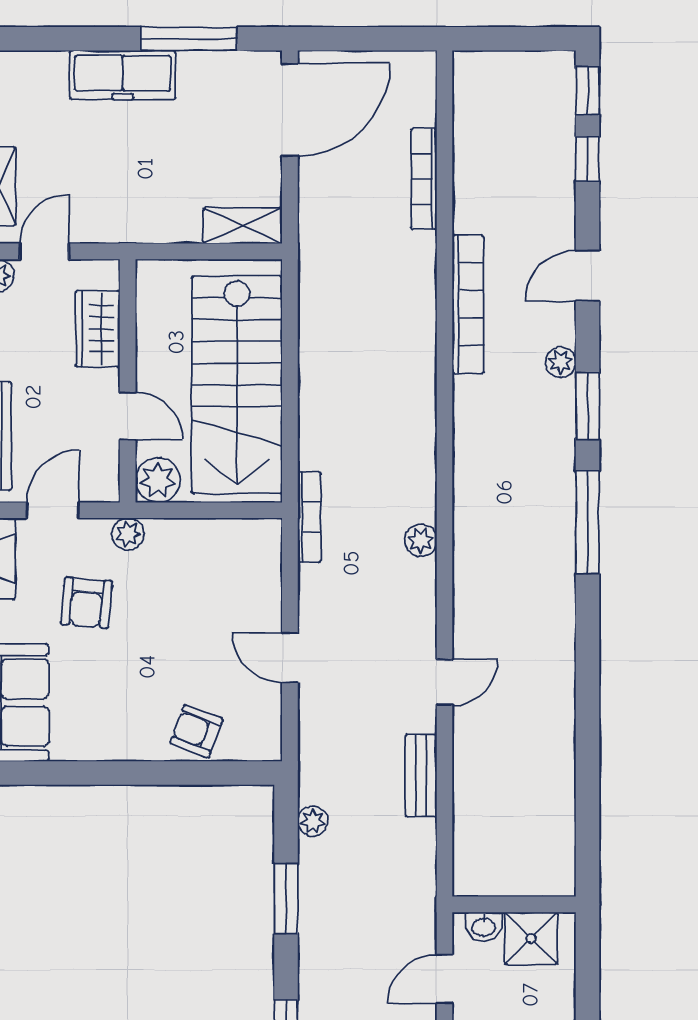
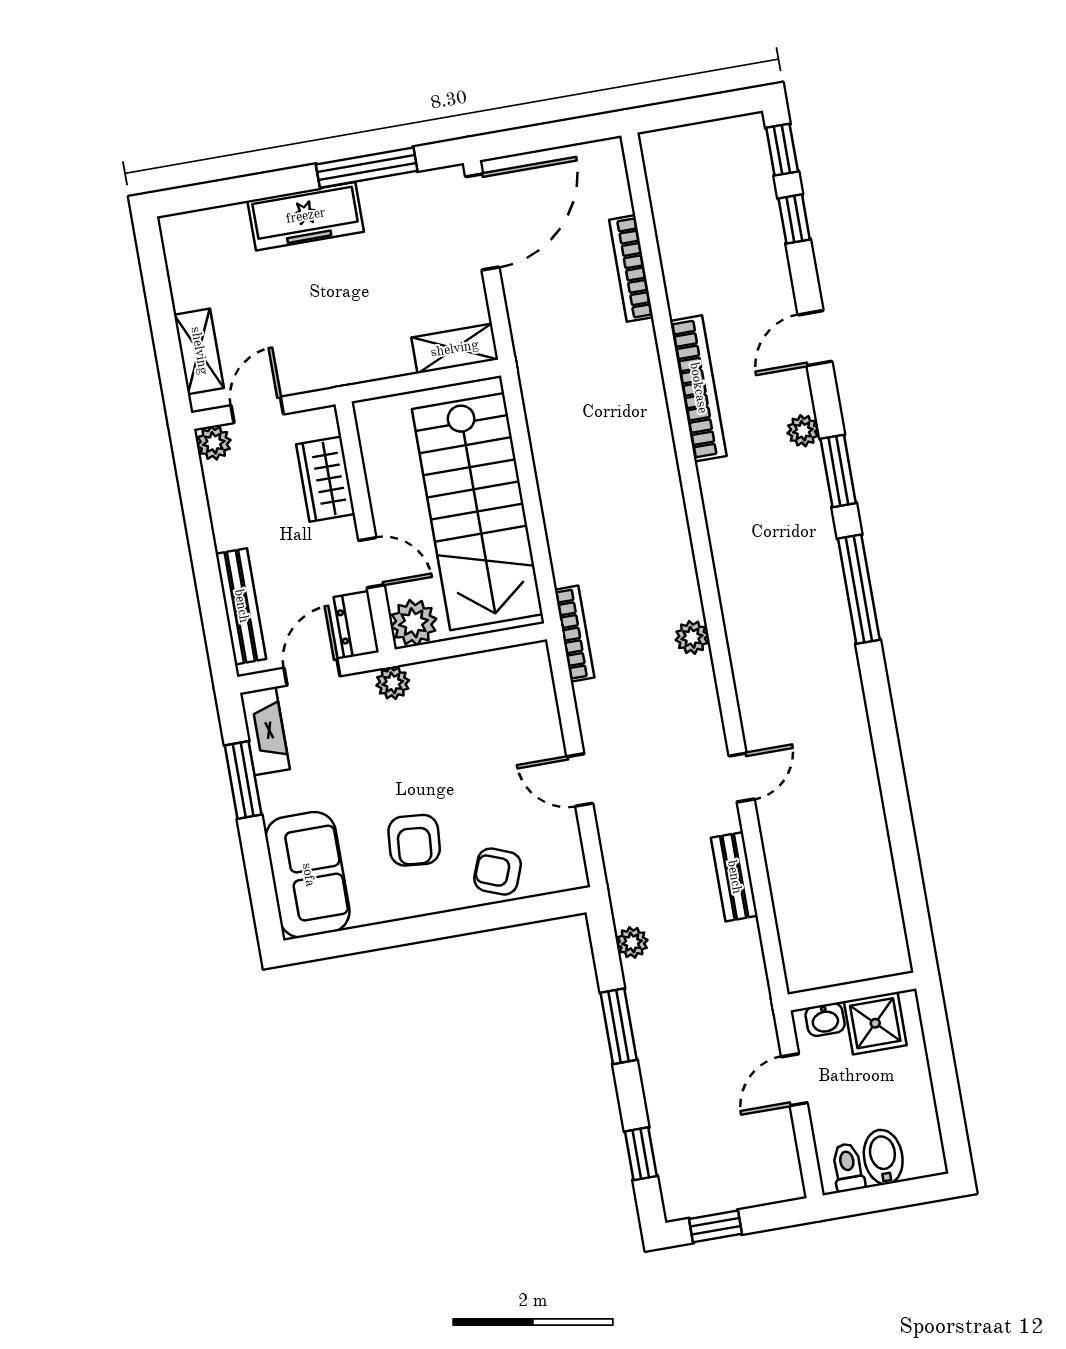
dresser: (103, 472) -> (356, 625), added
armchair: (87, 603) -> (414, 840), moved

